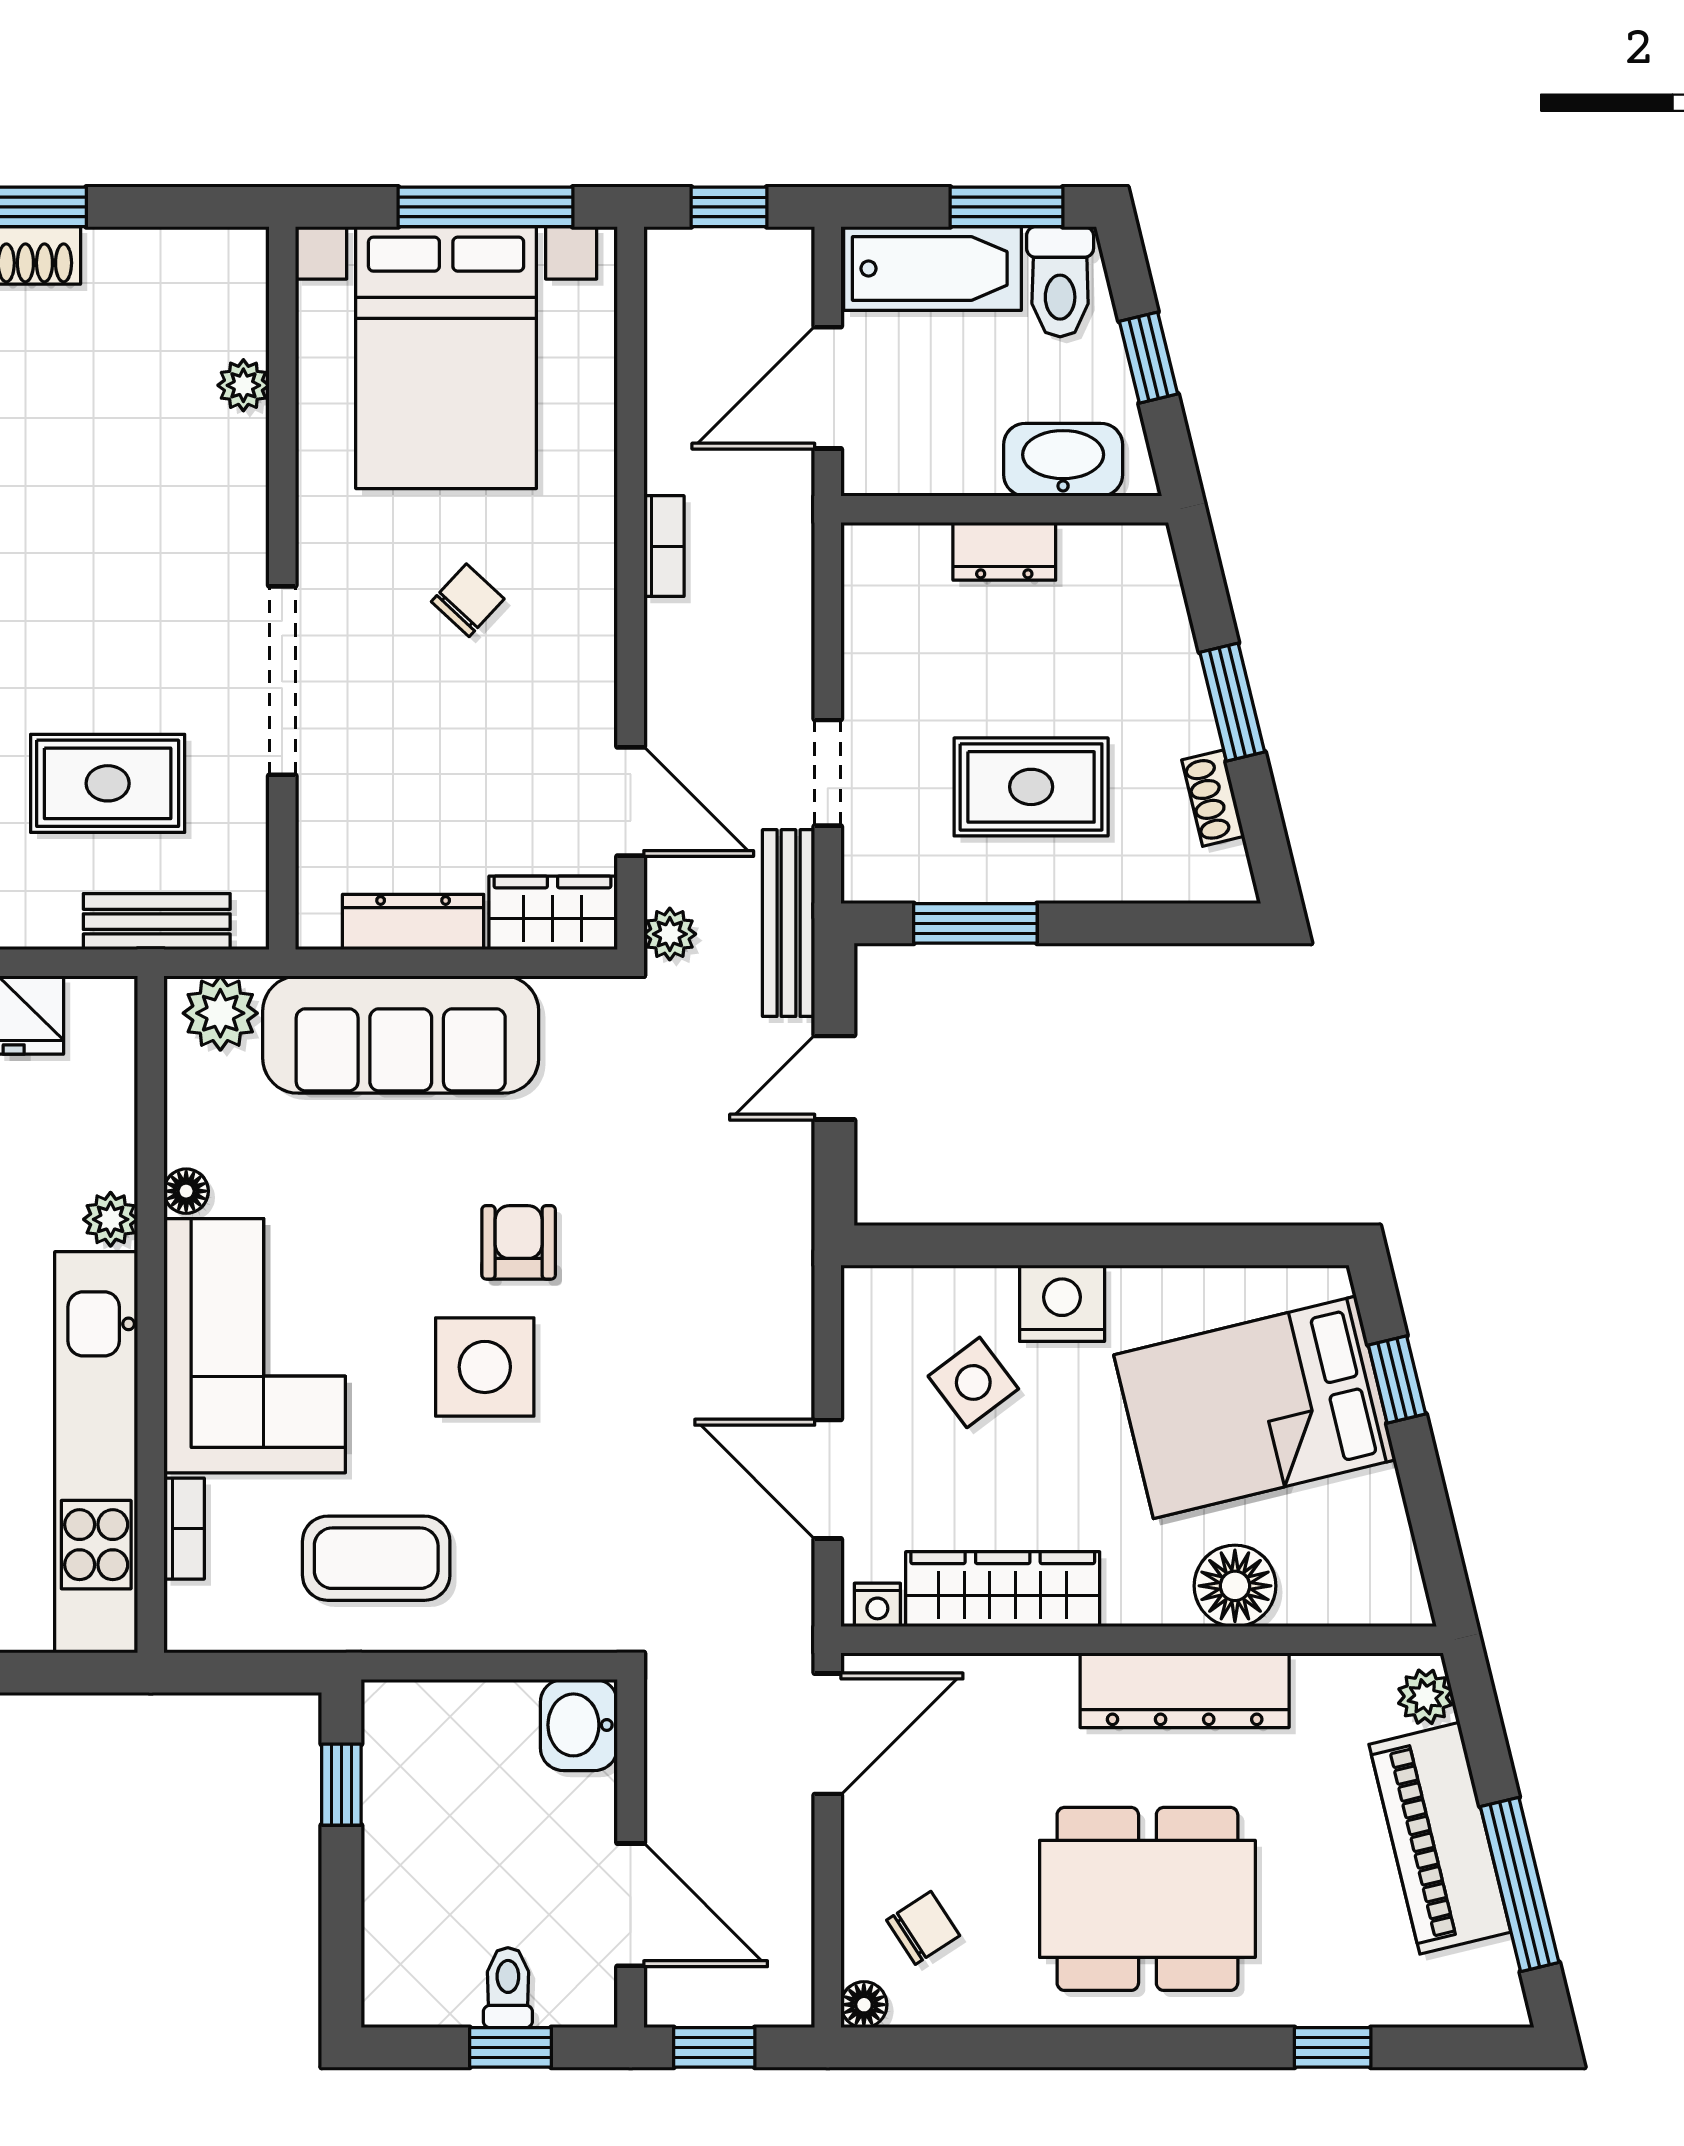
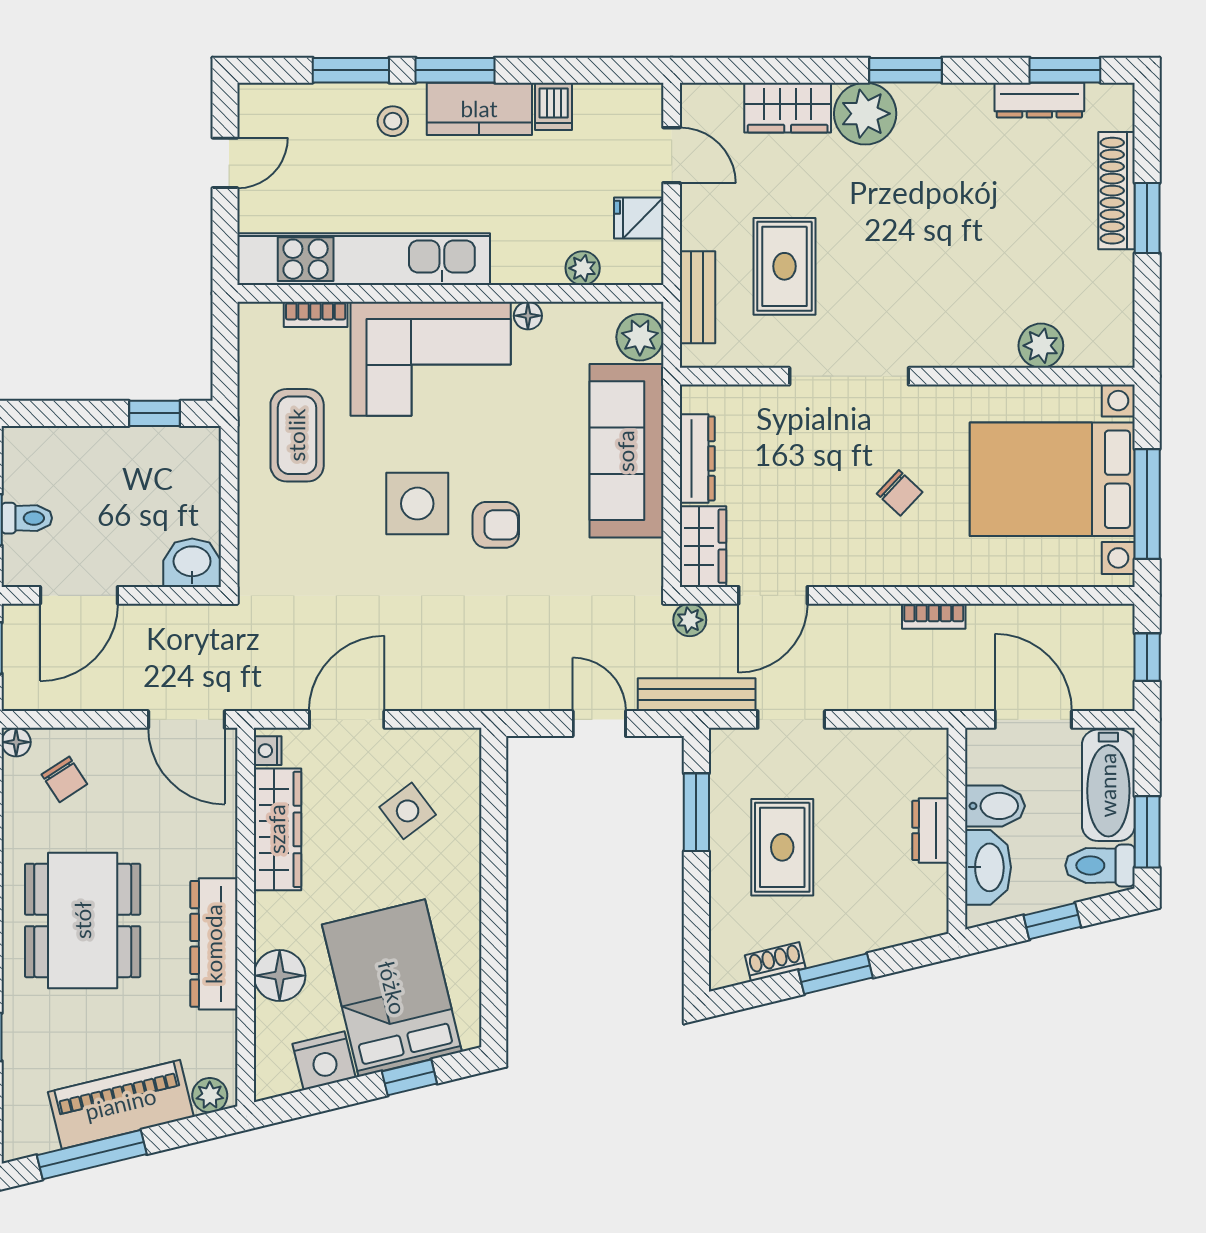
plant: (243, 385) -> (1041, 346), width x1.38, depth x1.38
bidet: (965, 449) -> (995, 806), added
plant: (111, 1219) -> (583, 268), moved
nightstand: (1062, 1303) -> (324, 1061), moved, turned 76

